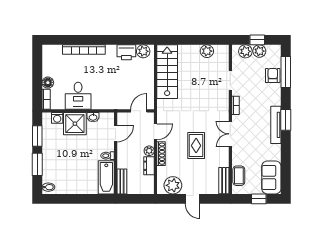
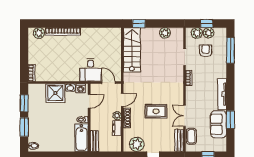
window: (175, 40) -> (139, 24), added
plant: (143, 51) -> (39, 33), moved
printer: (126, 52) -> (98, 34), removed
armchair: (273, 76) -> (206, 51), moved
floor lamp: (48, 83) -> (33, 59), removed
desk: (78, 96) -> (91, 70), moved
door: (139, 111) -> (108, 83), hinge flipped
washing machine: (57, 118) -> (81, 88), moved
window: (286, 120) -> (230, 120), moved
double door: (230, 134) -> (184, 116), moved
rug: (196, 146) -> (156, 111), turned 90
sofa: (271, 177) -> (218, 124), moved

